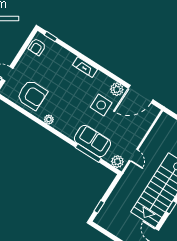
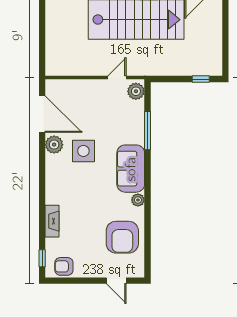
armchair: (37, 47) -> (64, 266), turned 180
fireplace: (85, 67) -> (52, 221), moved
armchair: (32, 95) -> (122, 237), turned 180
sofa: (92, 141) -> (131, 169), moved

